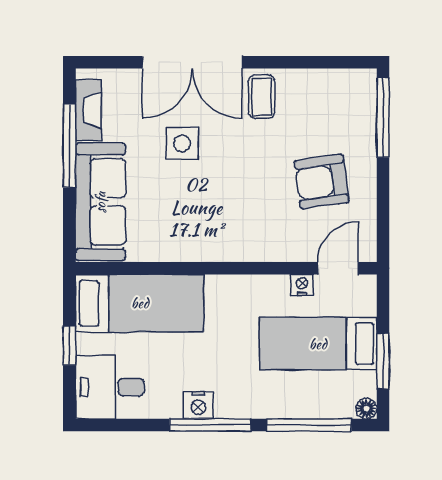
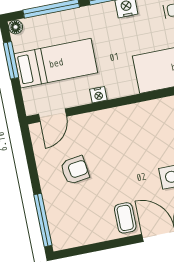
armchair: (322, 181) -> (75, 170), width x0.72, depth x0.72
nightstand: (302, 285) -> (98, 95), moved

